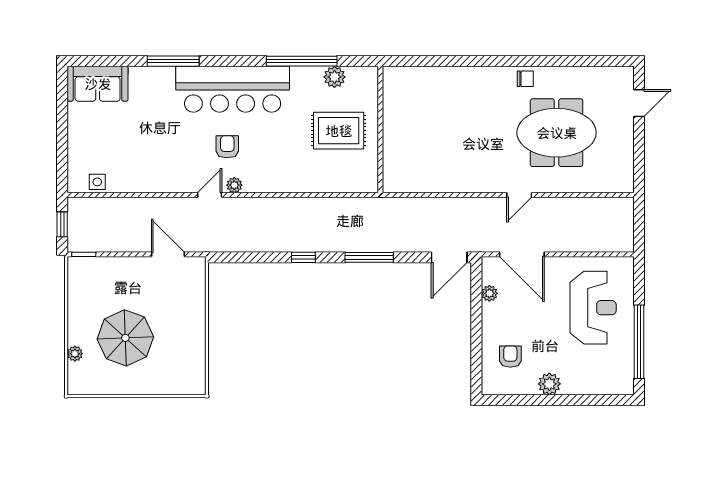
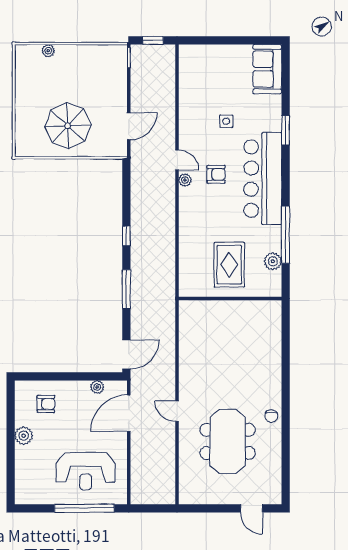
window: (173, 61) -> (286, 130), width x0.69
side table: (97, 182) -> (226, 121), moved
door: (449, 257) -> (126, 354), swing flipped
parasol: (125, 338) -> (68, 126), moved
window: (639, 342) -> (84, 508), moved

